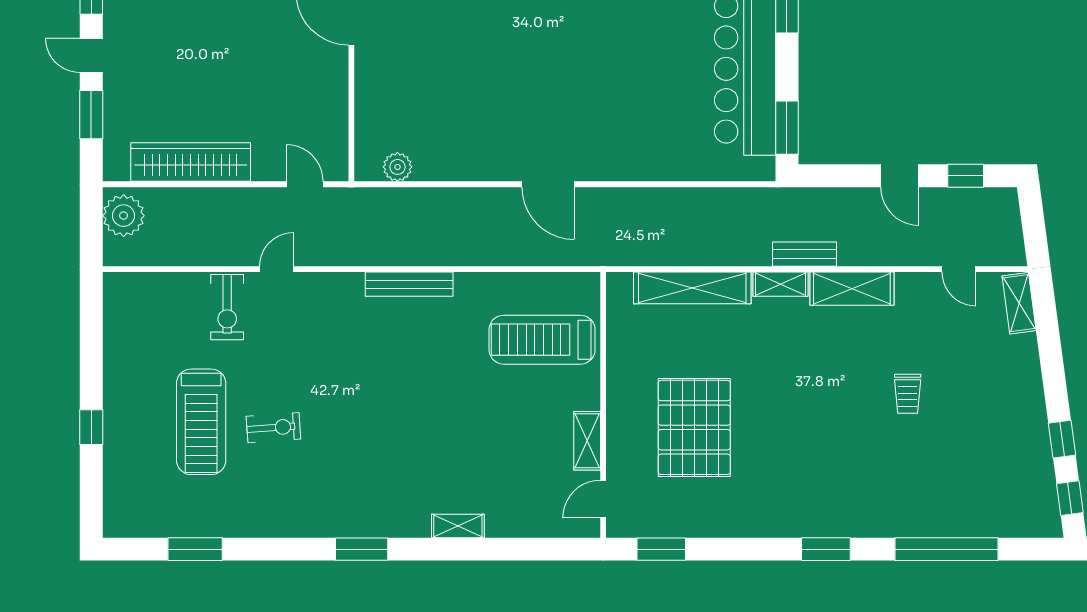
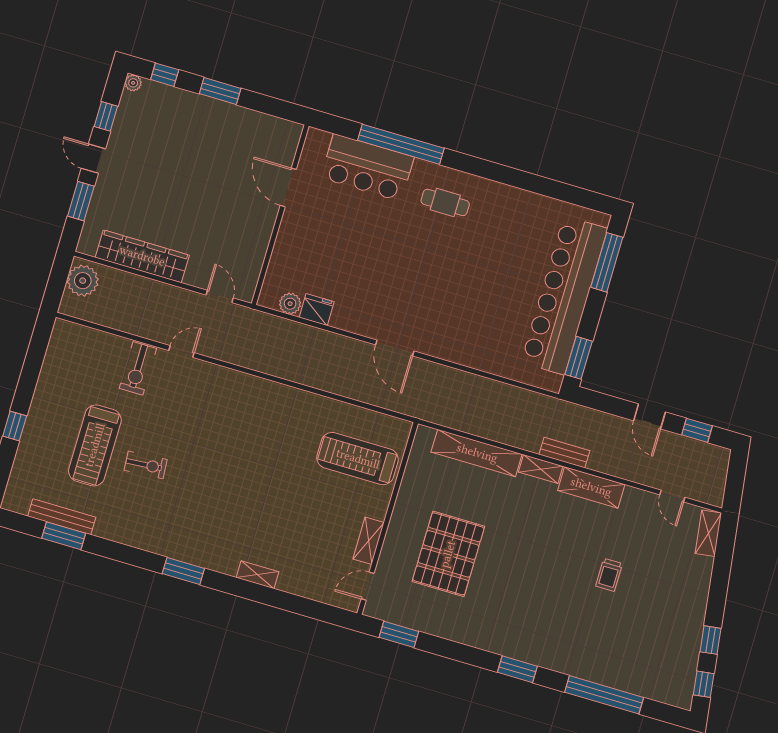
fridge: (434, 165) -> (317, 310), added
bench: (409, 284) -> (62, 517), moved

